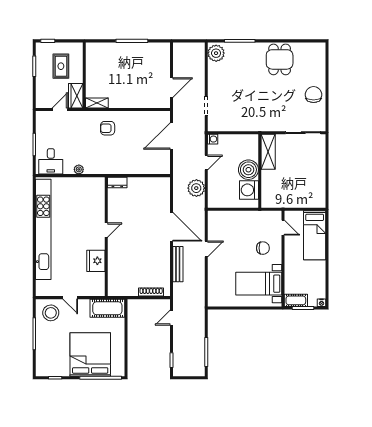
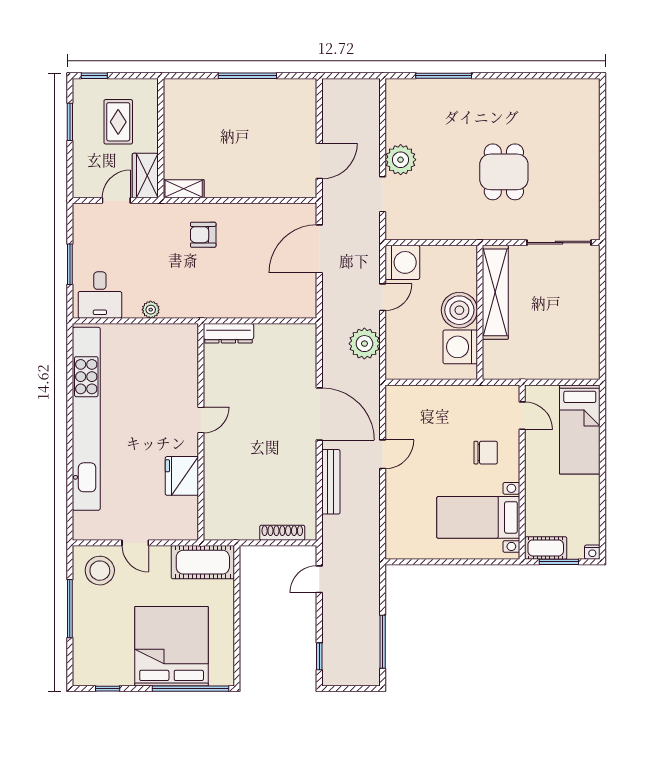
plant: (216, 53) -> (401, 160), moved
dining table: (280, 59) -> (504, 172), moved
chair: (314, 95) -> (578, 173), removed
washing machine: (213, 139) -> (402, 262), width x1.89, depth x1.89
shelving: (268, 152) -> (495, 292), width x1.47
dresser: (117, 182) -> (228, 333), width x1.44

